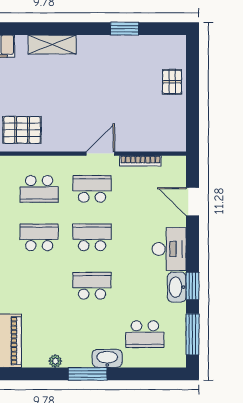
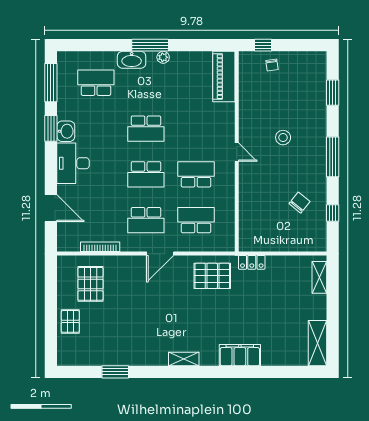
shelving: (52, 45) -> (184, 359), width x0.67, depth x0.75
pallet: (151, 121) -> (90, 284), added
door: (100, 154) -> (160, 254), moved
school desk: (39, 237) -> (196, 174), turned 180
washbasin: (177, 287) -> (66, 131), width x0.72
plant: (55, 361) -> (163, 57), moved

